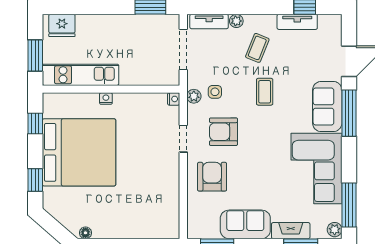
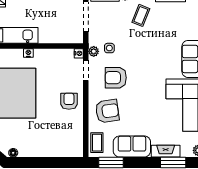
coffee table: (265, 92) -> (97, 143), moved
doorway: (183, 139) -> (86, 70), moved
armchair: (161, 163) -> (69, 101), added
armchair: (212, 177) -> (107, 111), turned 82

